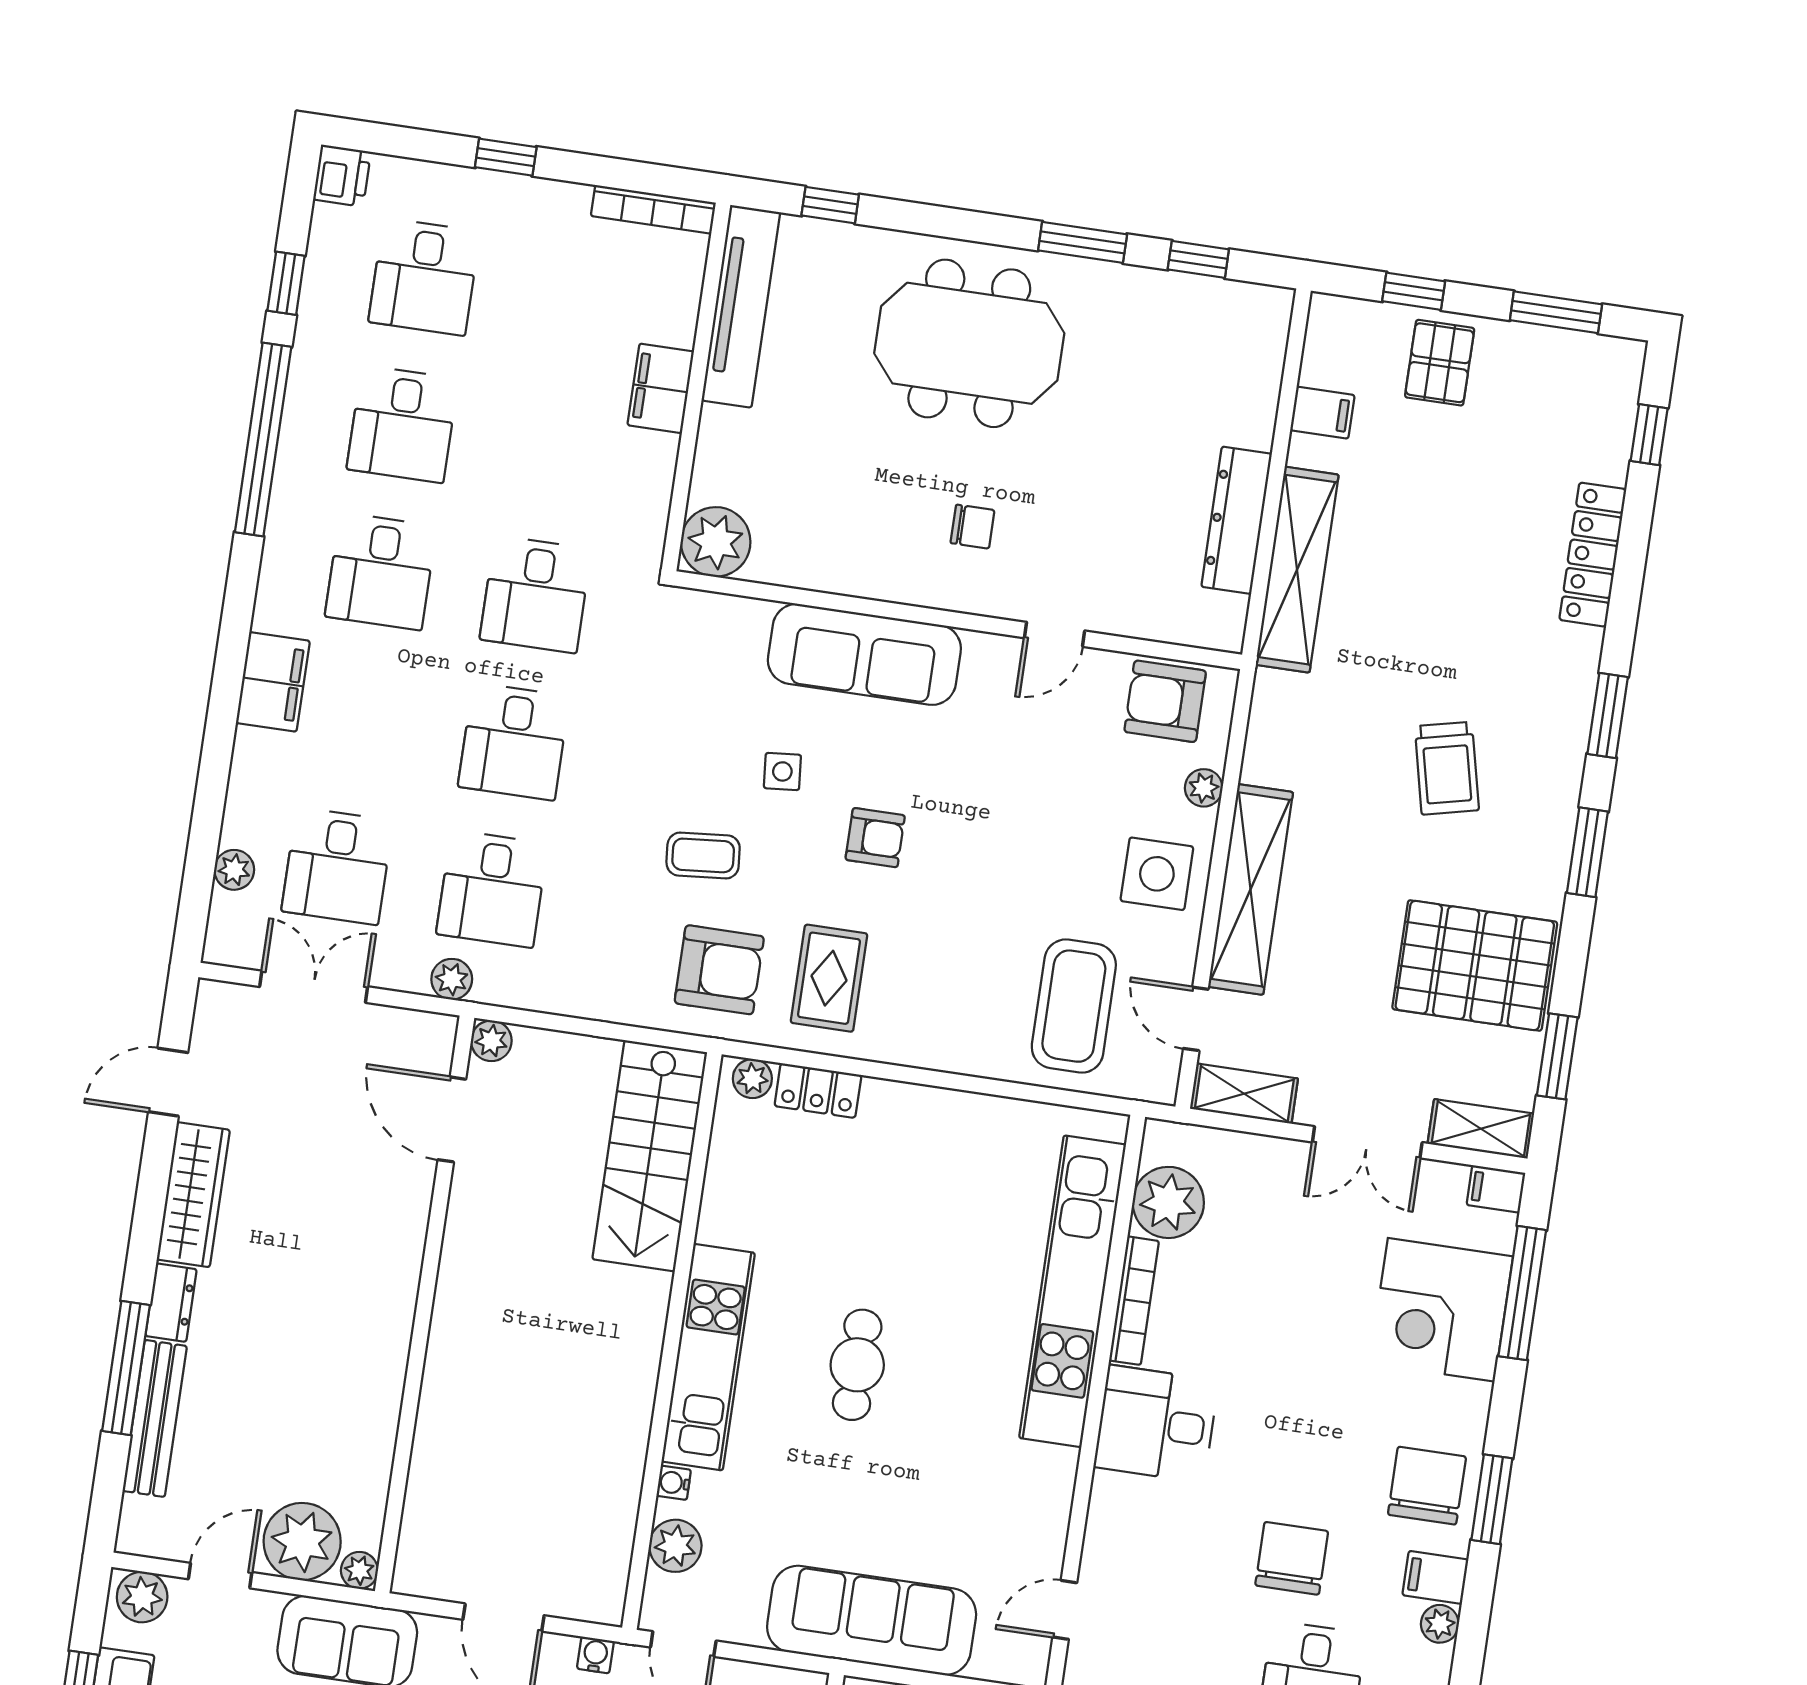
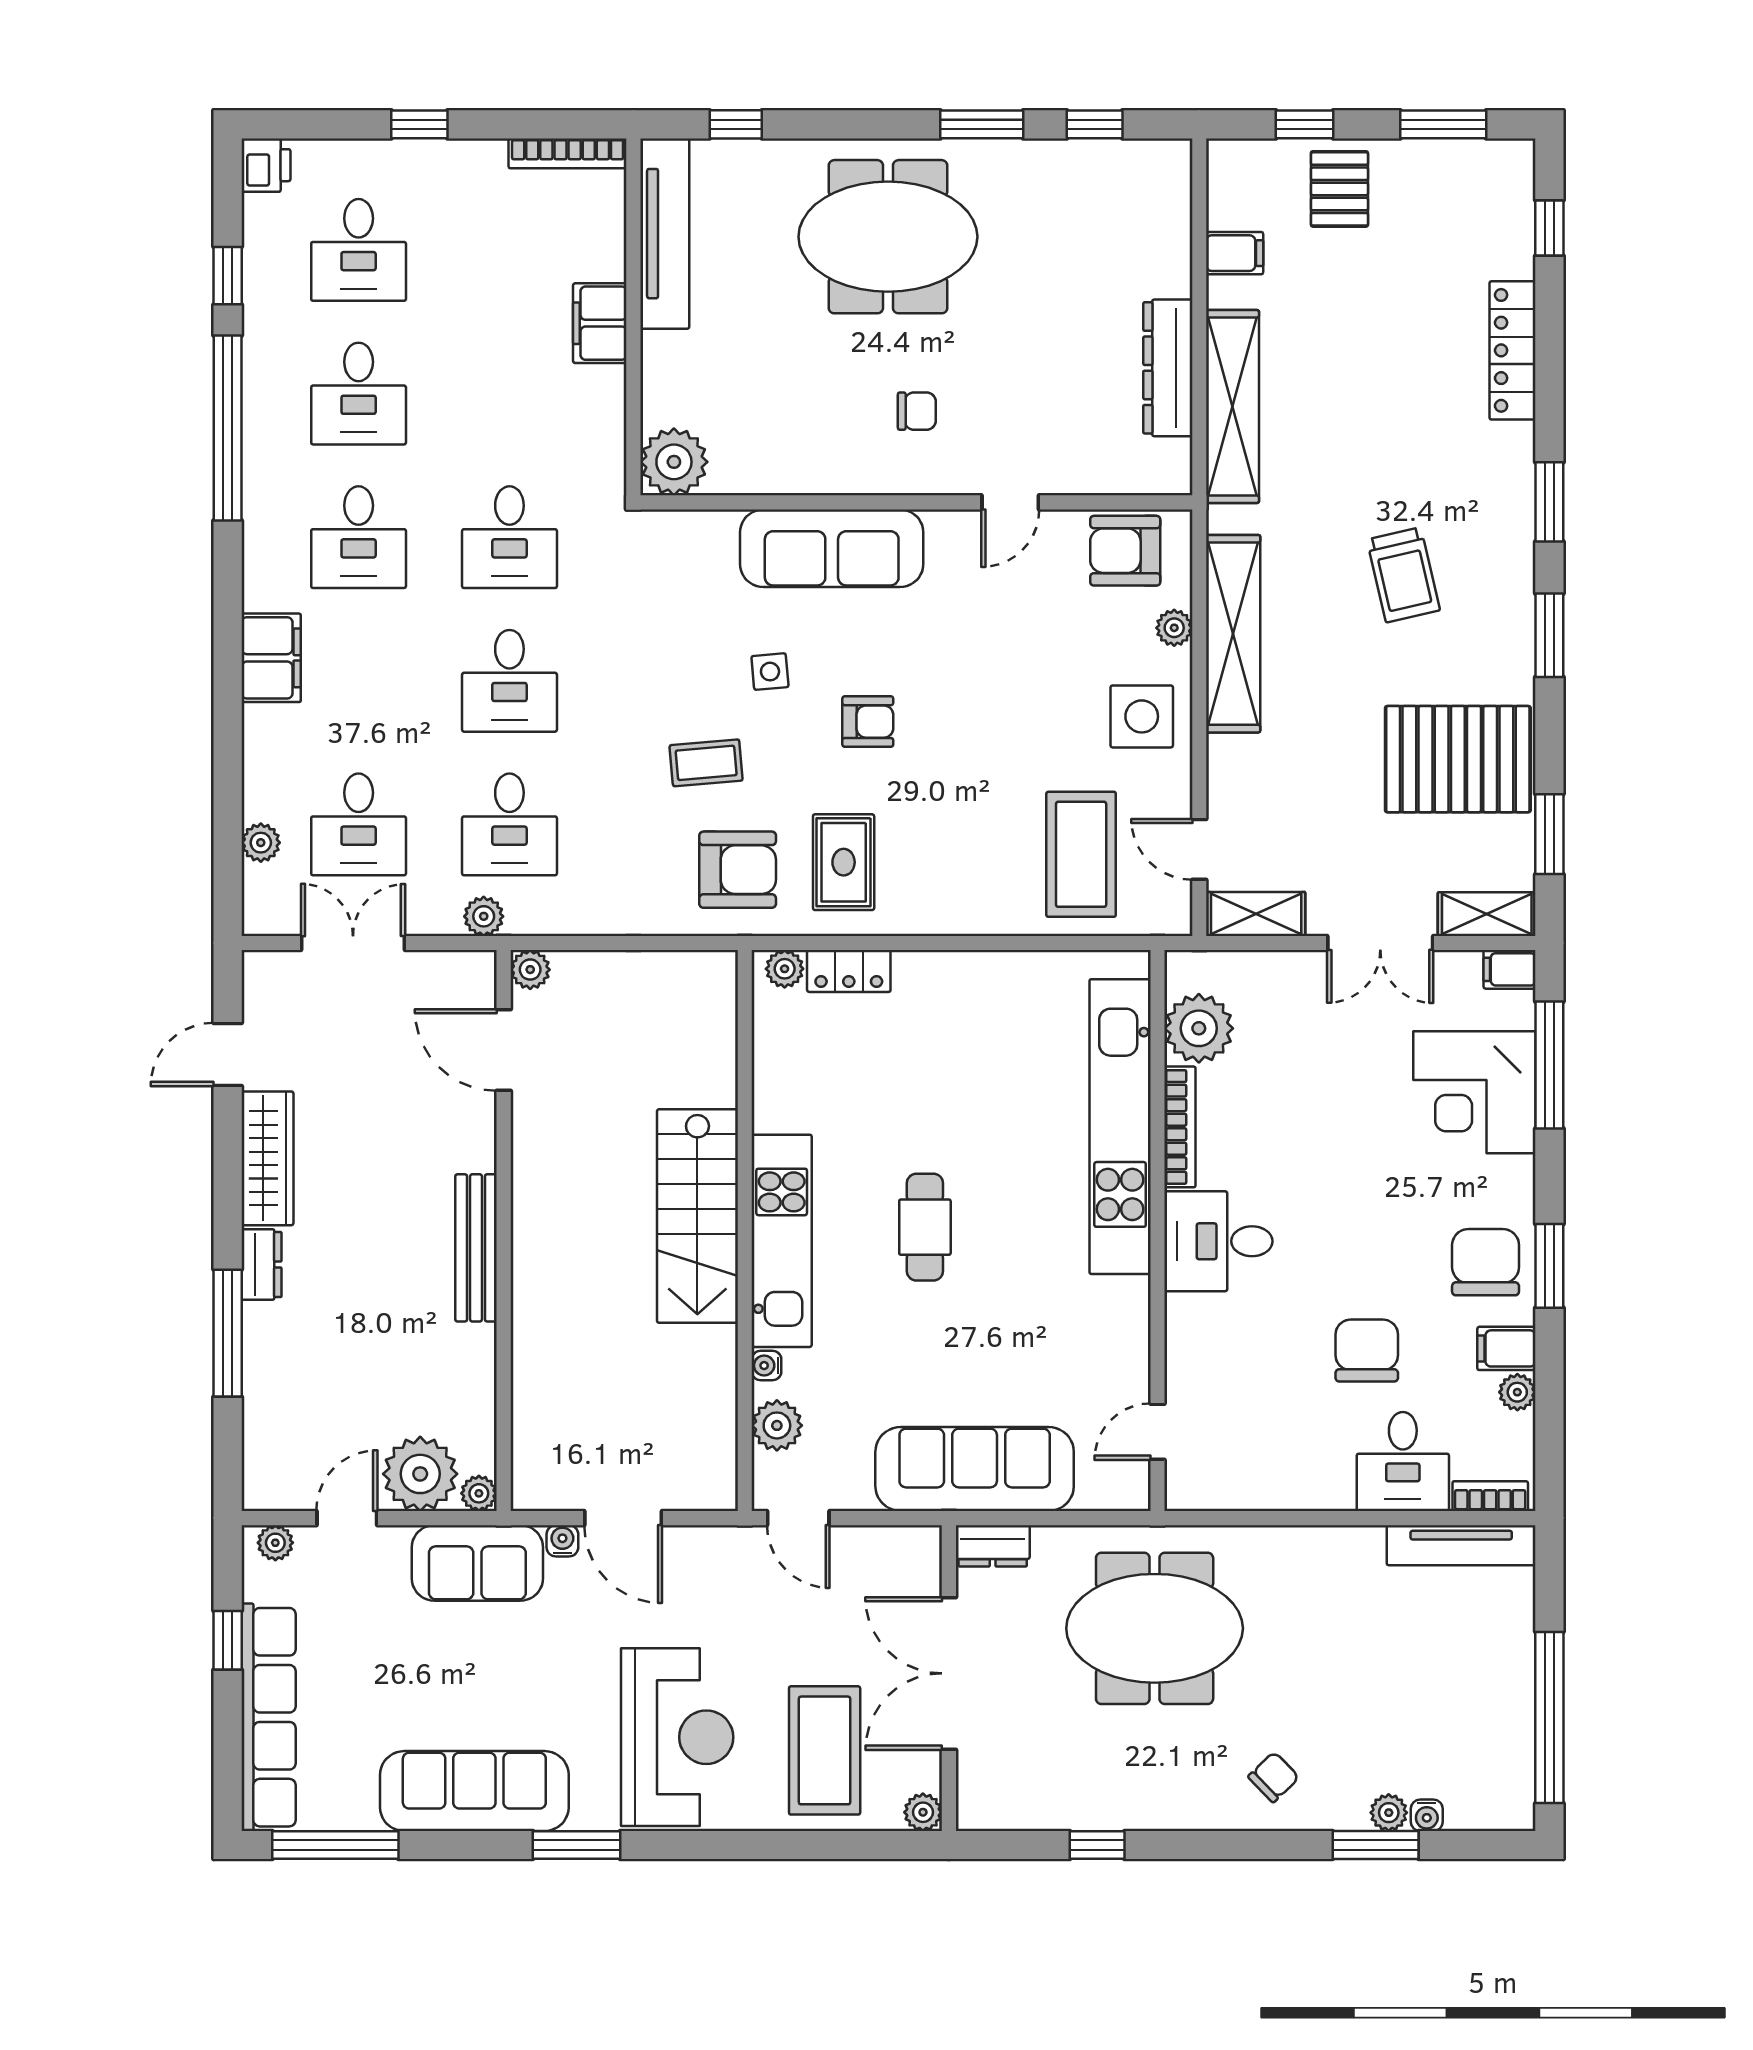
shelving: (1250, 889) -> (1233, 634), moved
stairs: (650, 1156) -> (697, 1216), moved
bench: (155, 1418) -> (476, 1248), moved
plant: (142, 1597) -> (275, 1543), width x0.73, depth x0.73
water cooler: (595, 1655) -> (562, 1541), moved

